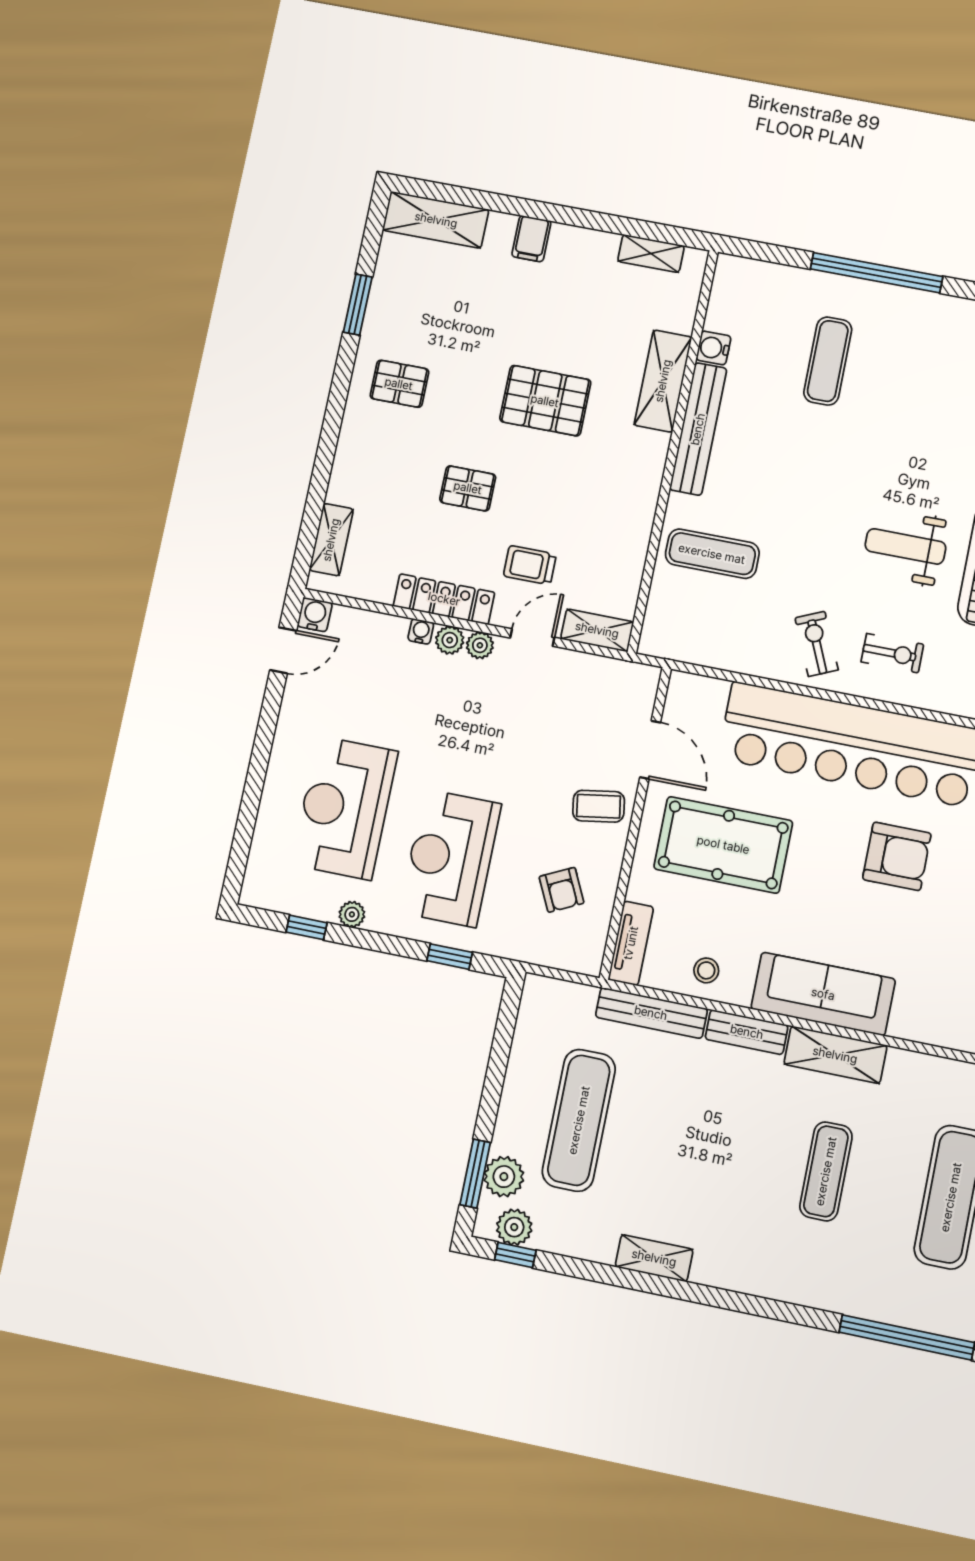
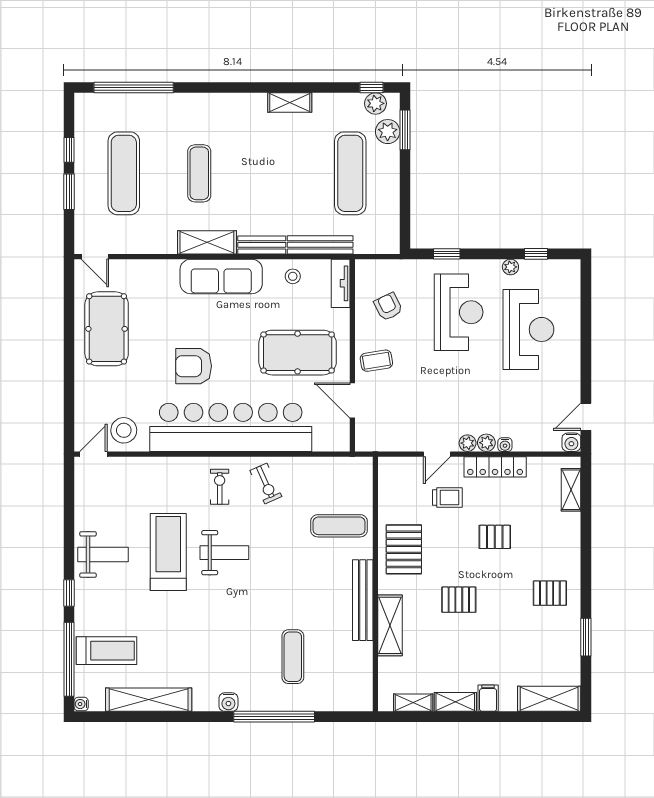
water cooler: (713, 348) -> (228, 702), moved, turned 90
pallet: (545, 401) -> (459, 600), width x0.67, depth x0.71
pallet: (616, 496) -> (404, 549), added
shelving: (597, 630) -> (455, 702), moved
exercise bike: (892, 653) -> (220, 487), turned 90

